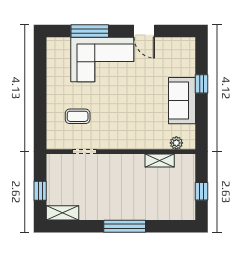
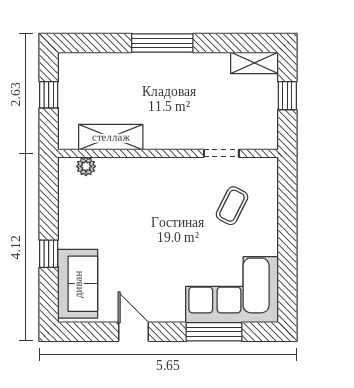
corner sofa: (102, 59) -> (232, 290), moved
sofa: (182, 101) -> (78, 284), moved
coffee table: (78, 116) -> (232, 206), turned -63
shelving: (160, 161) -> (111, 137), width x1.50, depth x1.33

